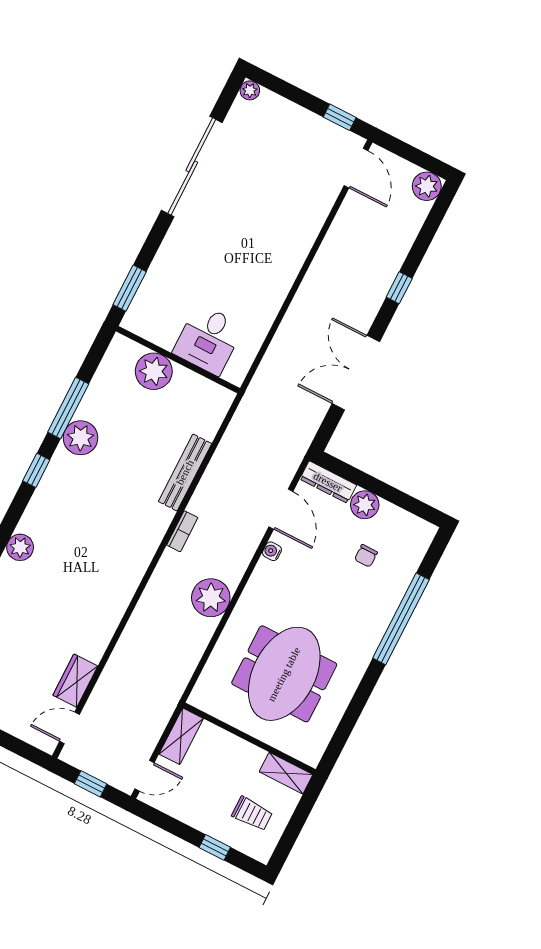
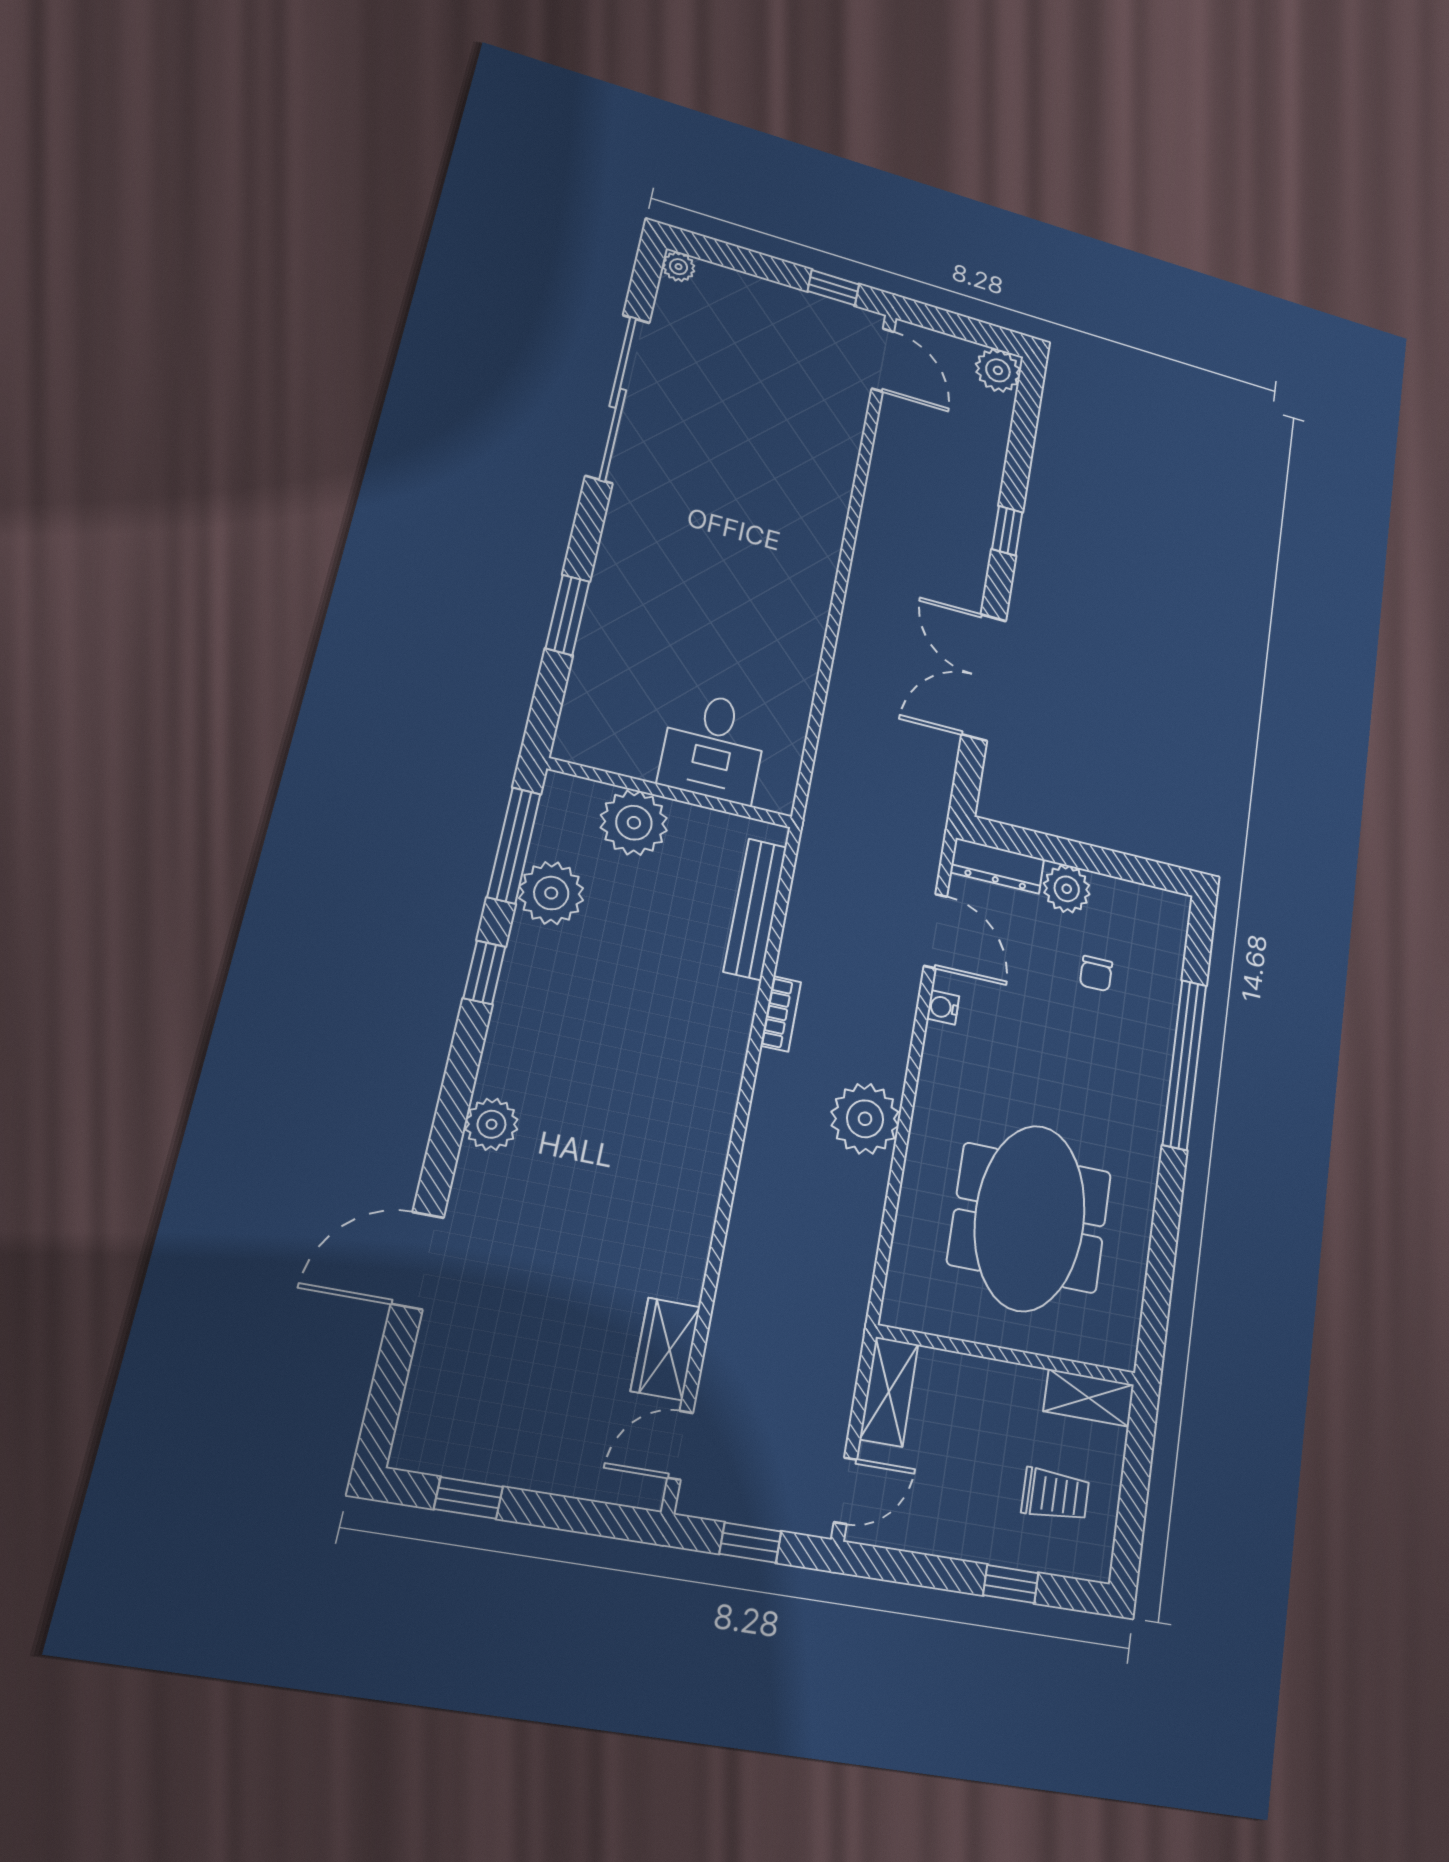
desk: (208, 339) -> (713, 747), moved
wall: (178, 360) -> (671, 793), moved
plant: (154, 371) -> (634, 823), moved

